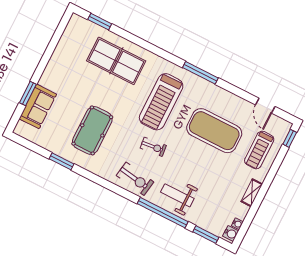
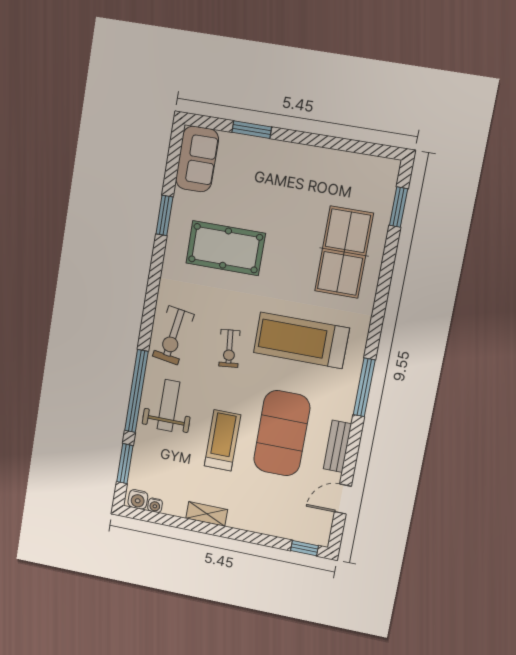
bench: (232, 99) -> (337, 446), added
sofa: (38, 106) -> (197, 159), moved, turned -90
treadmill: (259, 150) -> (222, 440), moved, turned 90

